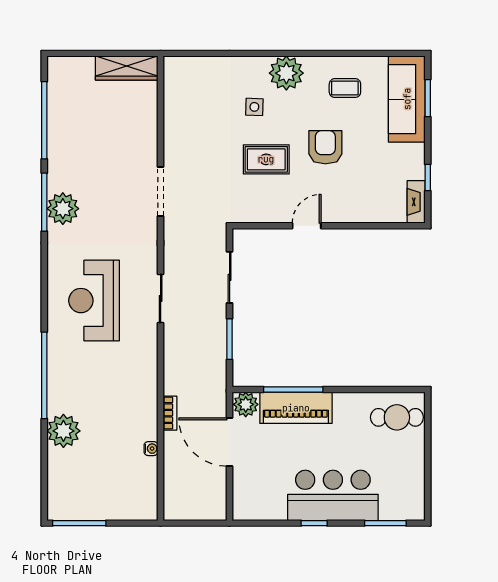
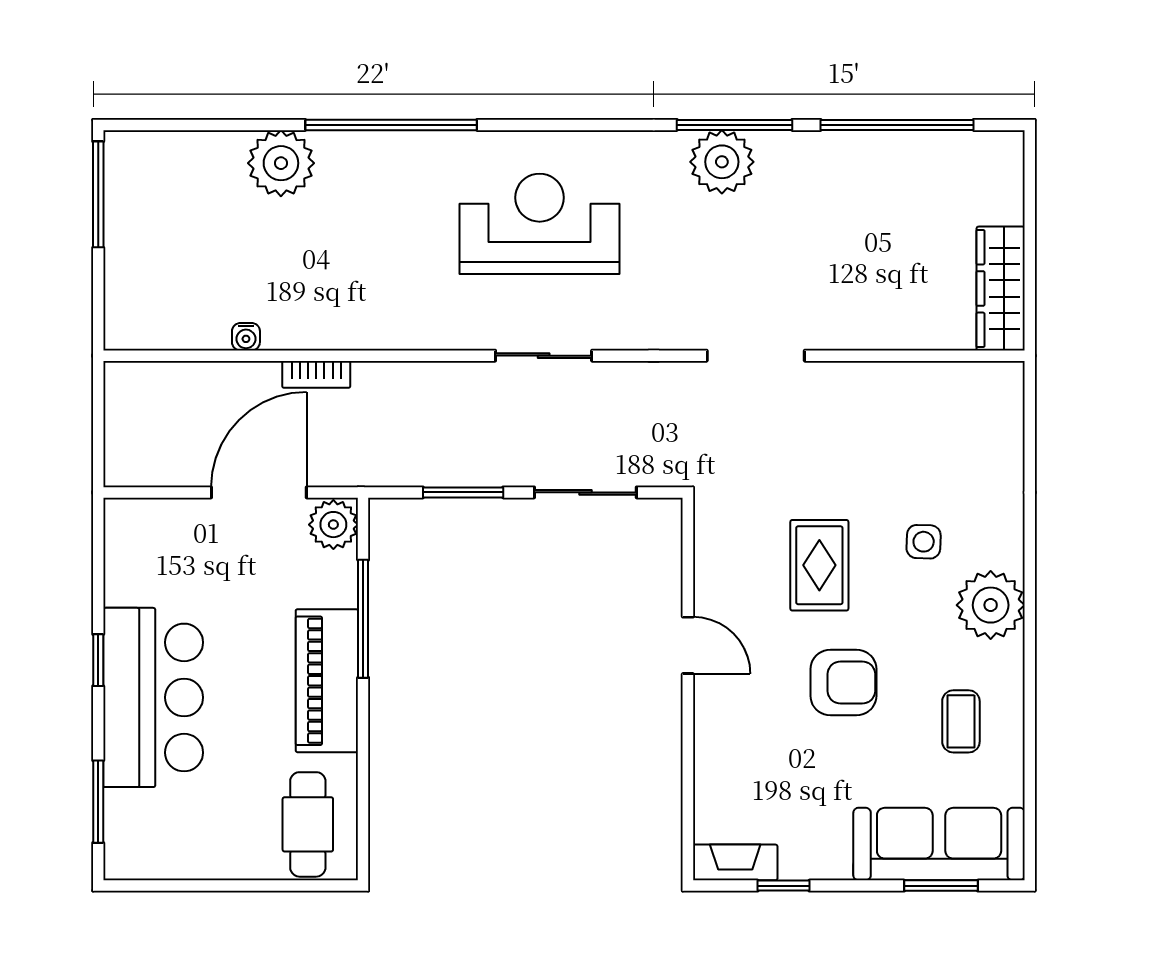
piano: (296, 408) -> (327, 681), moved

